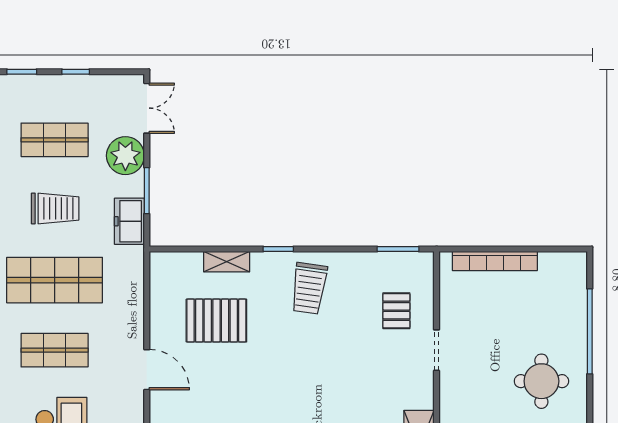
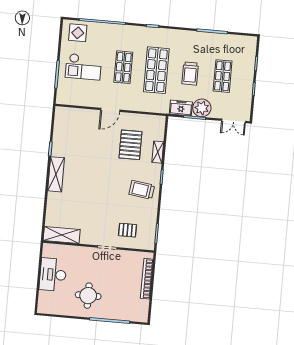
plant: (125, 156) -> (202, 108), moved

